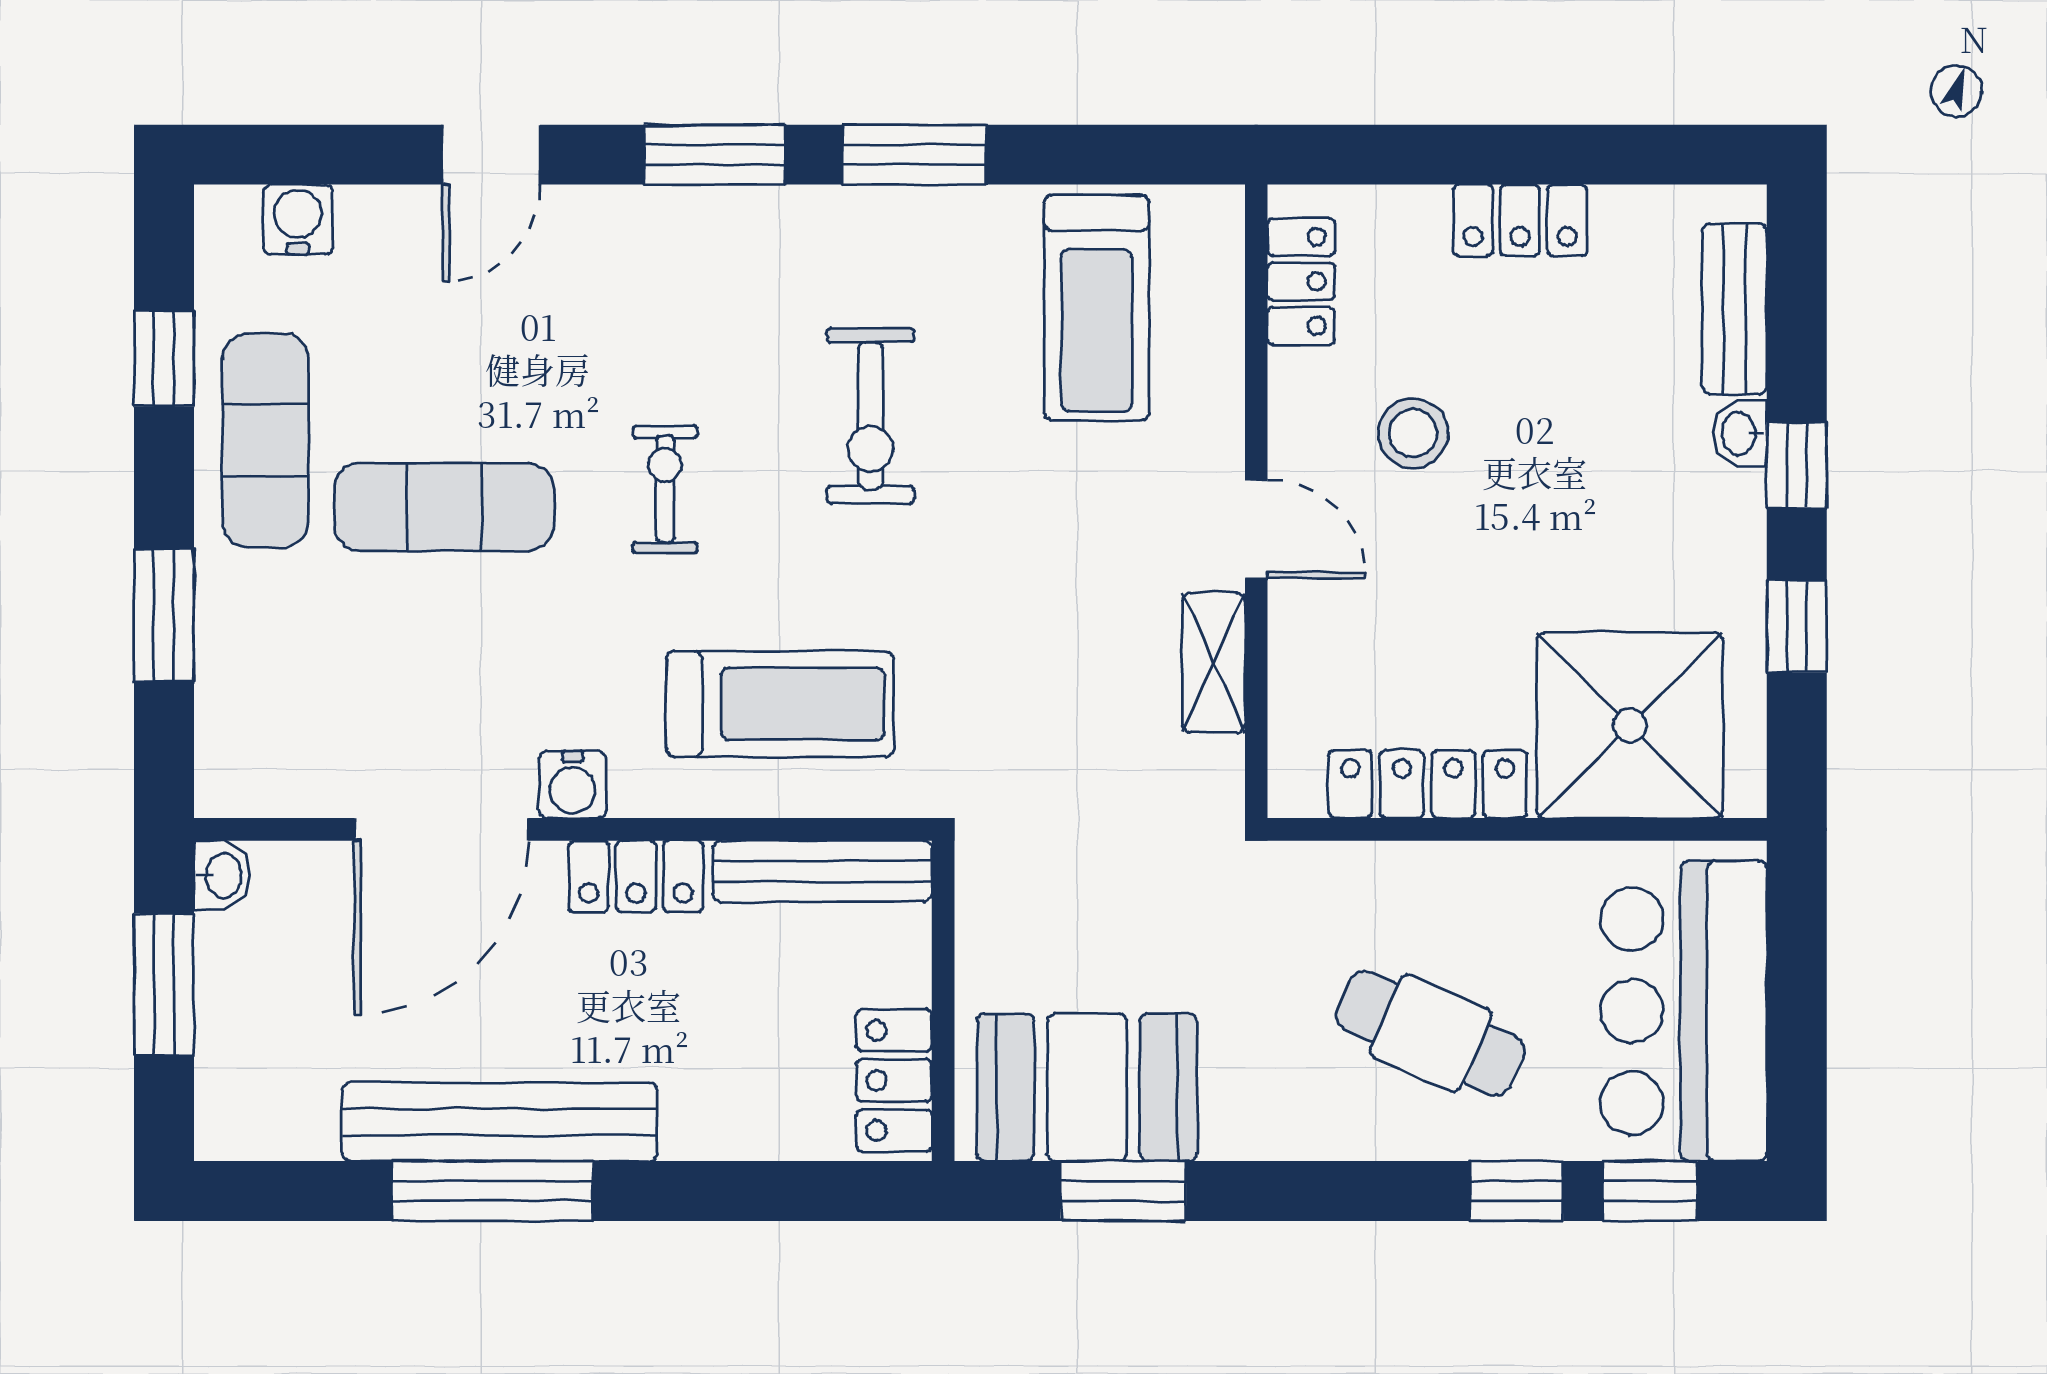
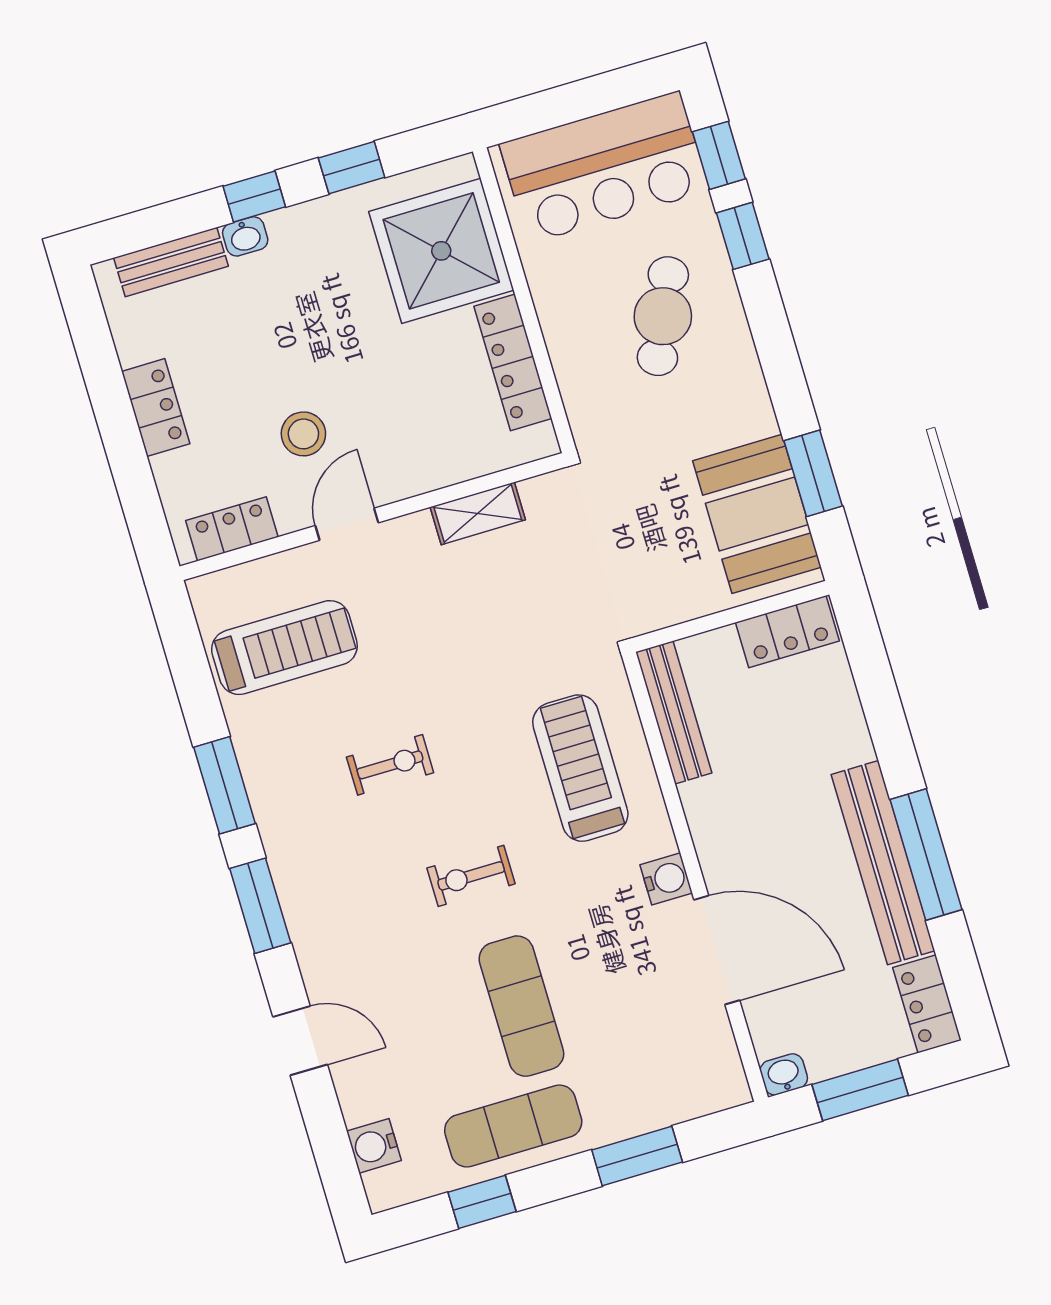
exercise bike: (870, 416) -> (390, 765), width x0.73, depth x0.72
door: (1256, 529) -> (347, 524), moved
locker: (636, 876) -> (927, 1004), moved, turned 180

